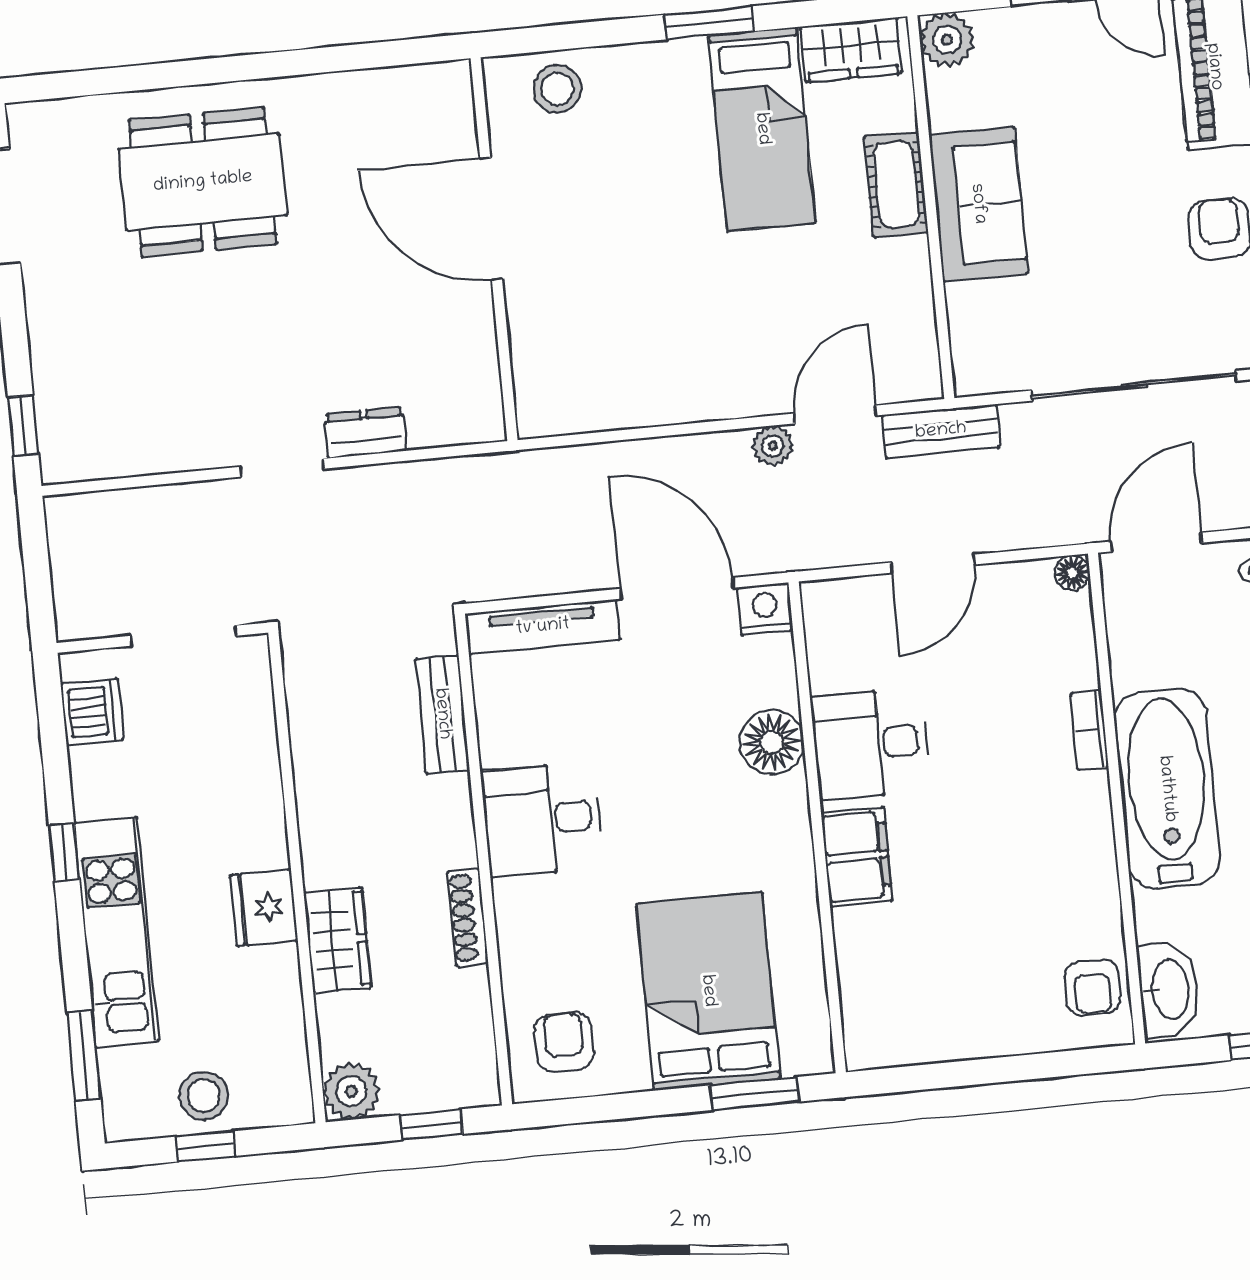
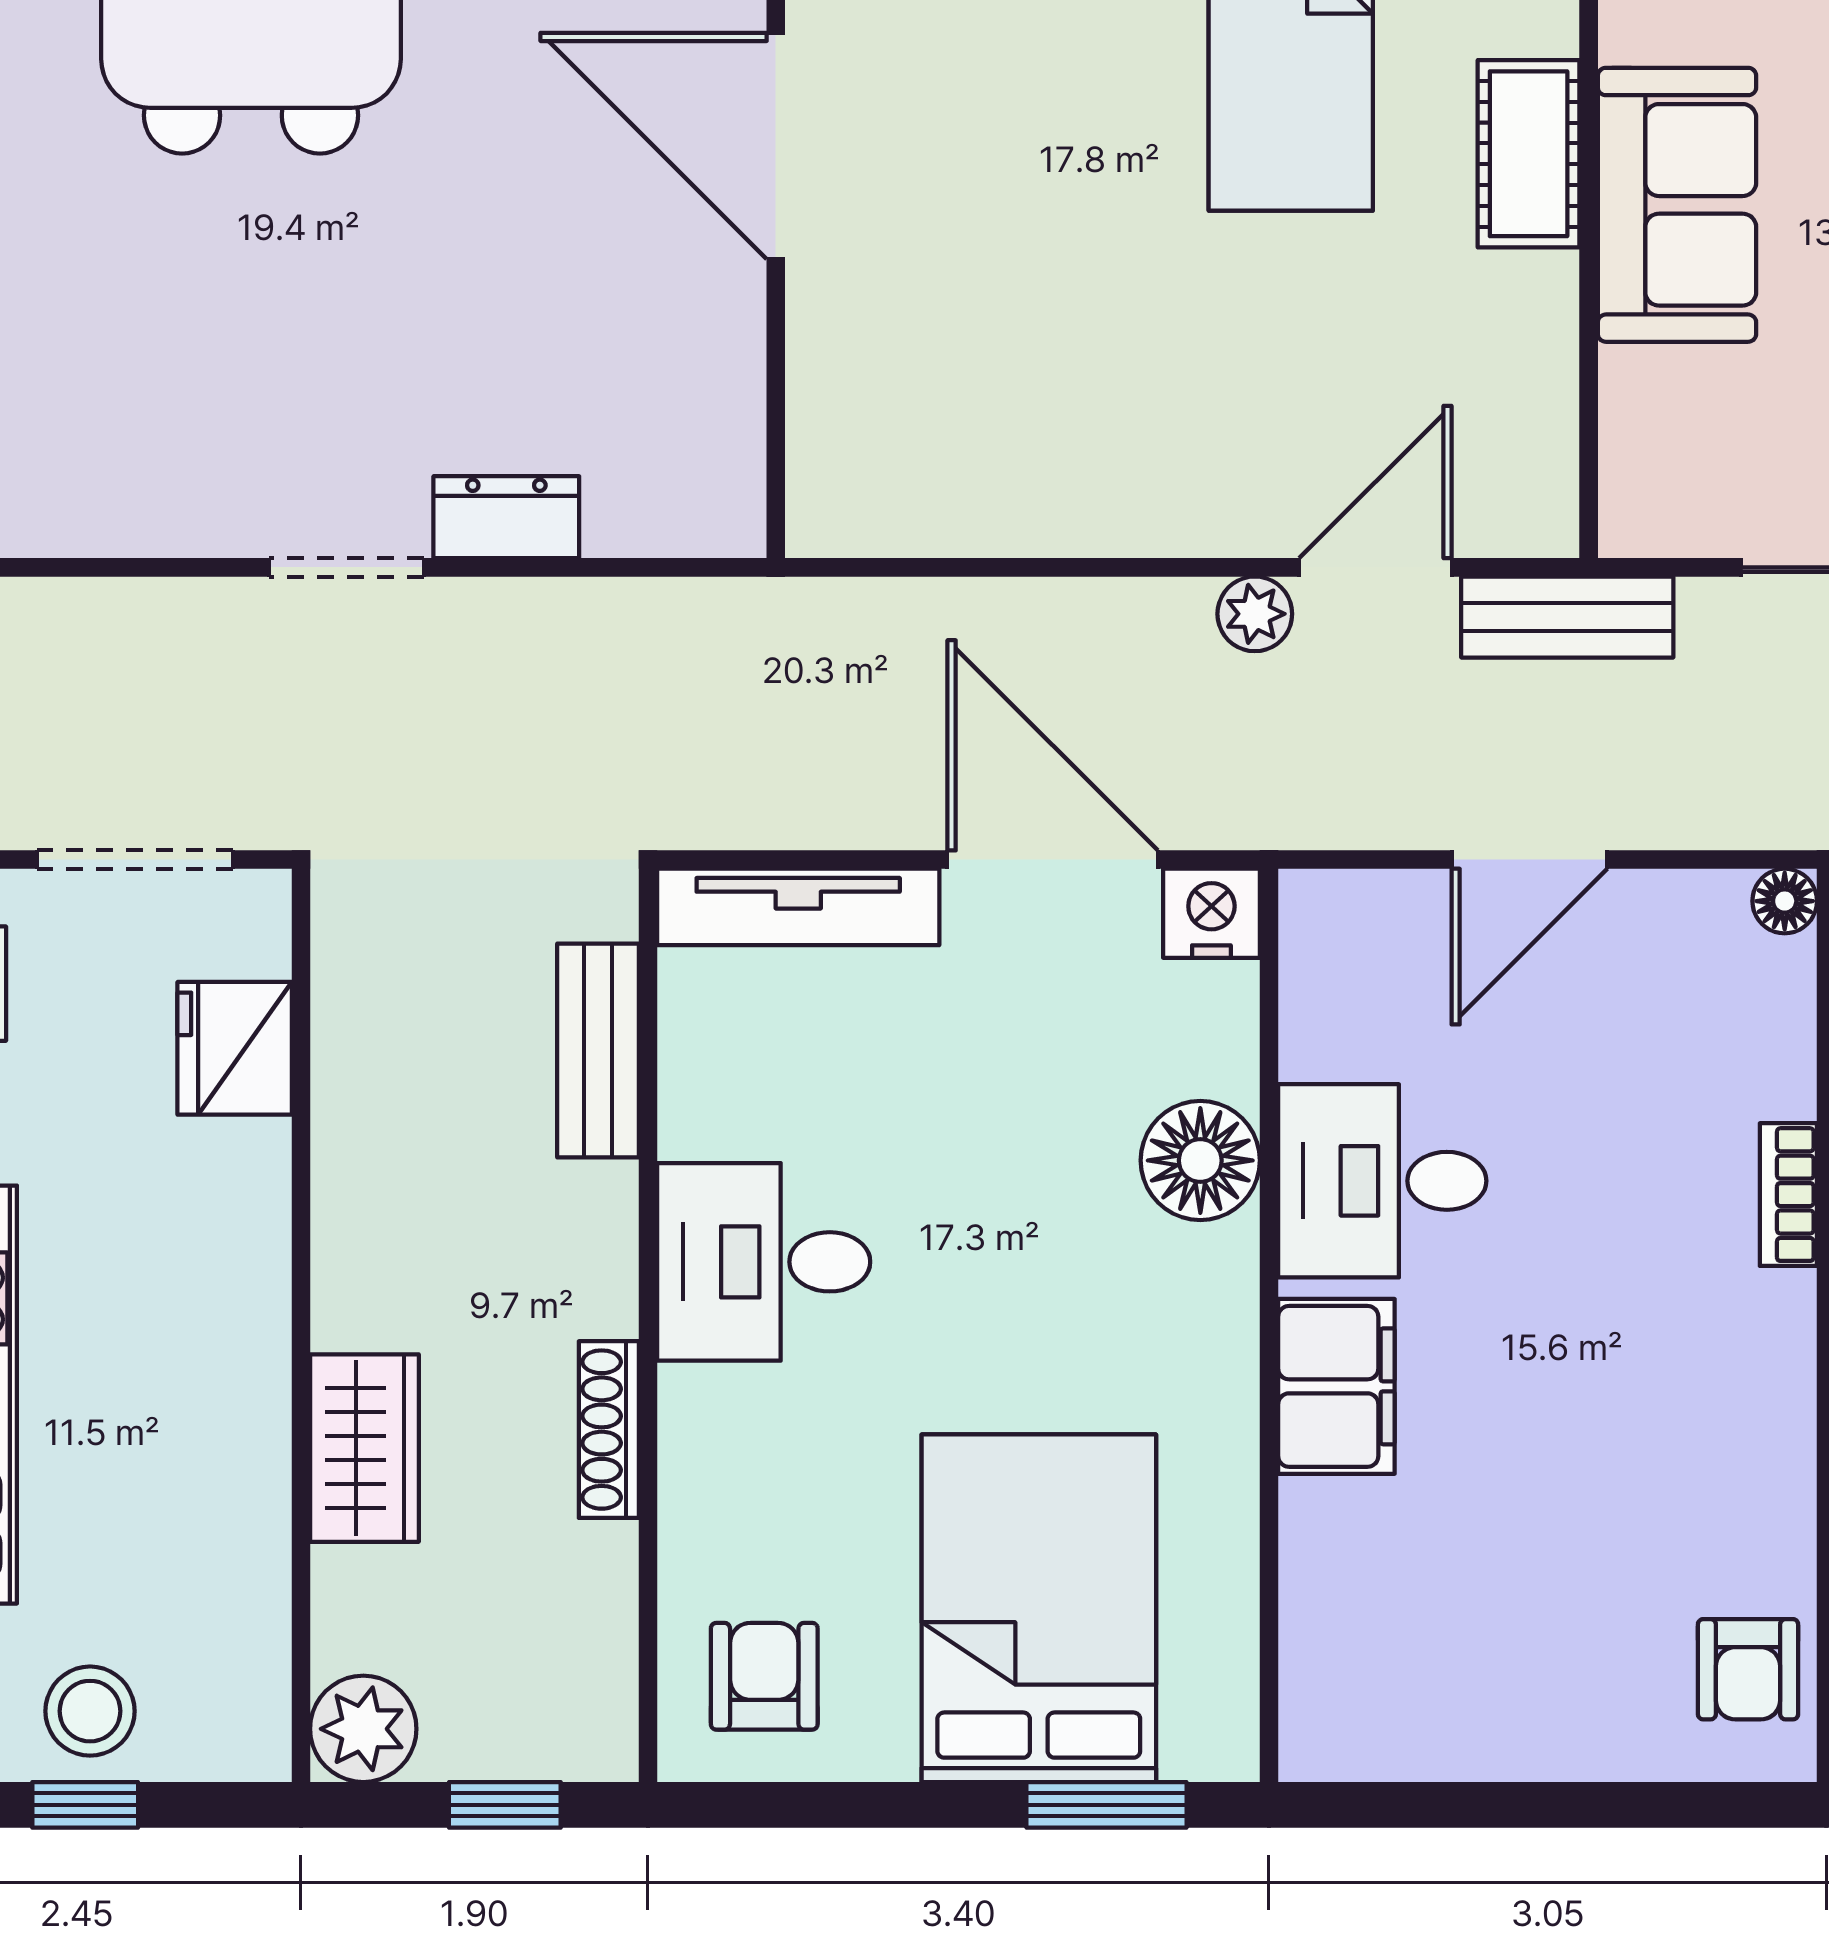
fridge: (264, 908) -> (235, 1048), moved

